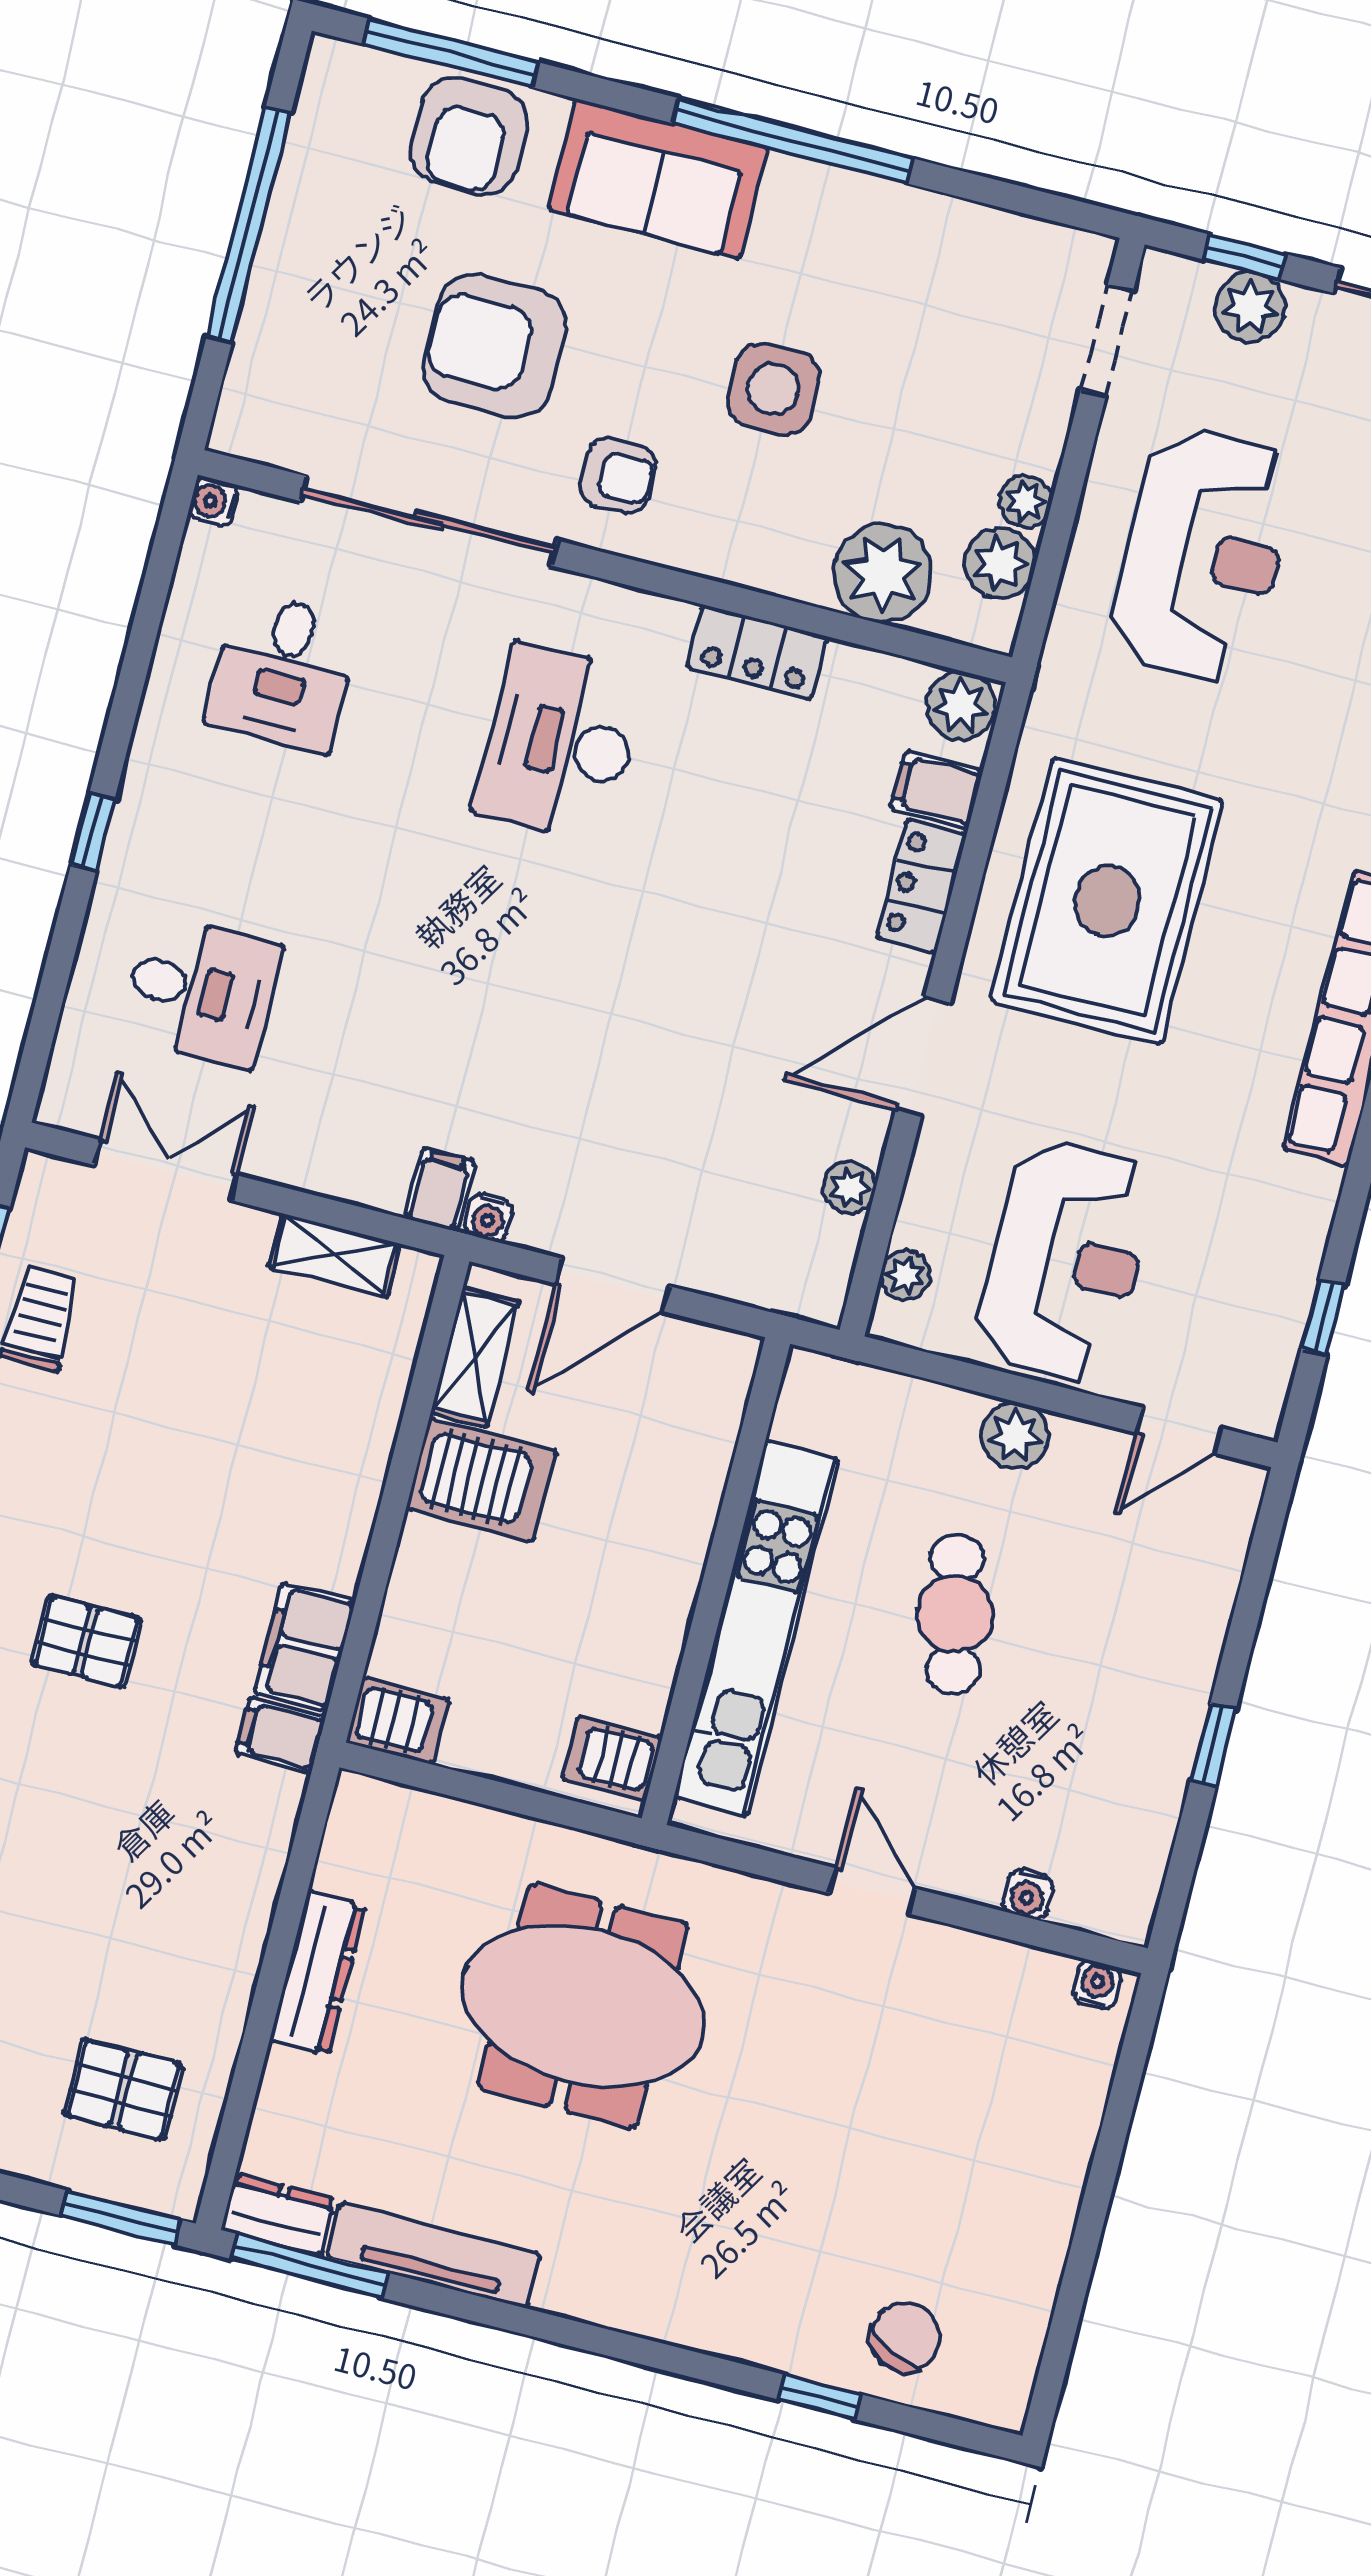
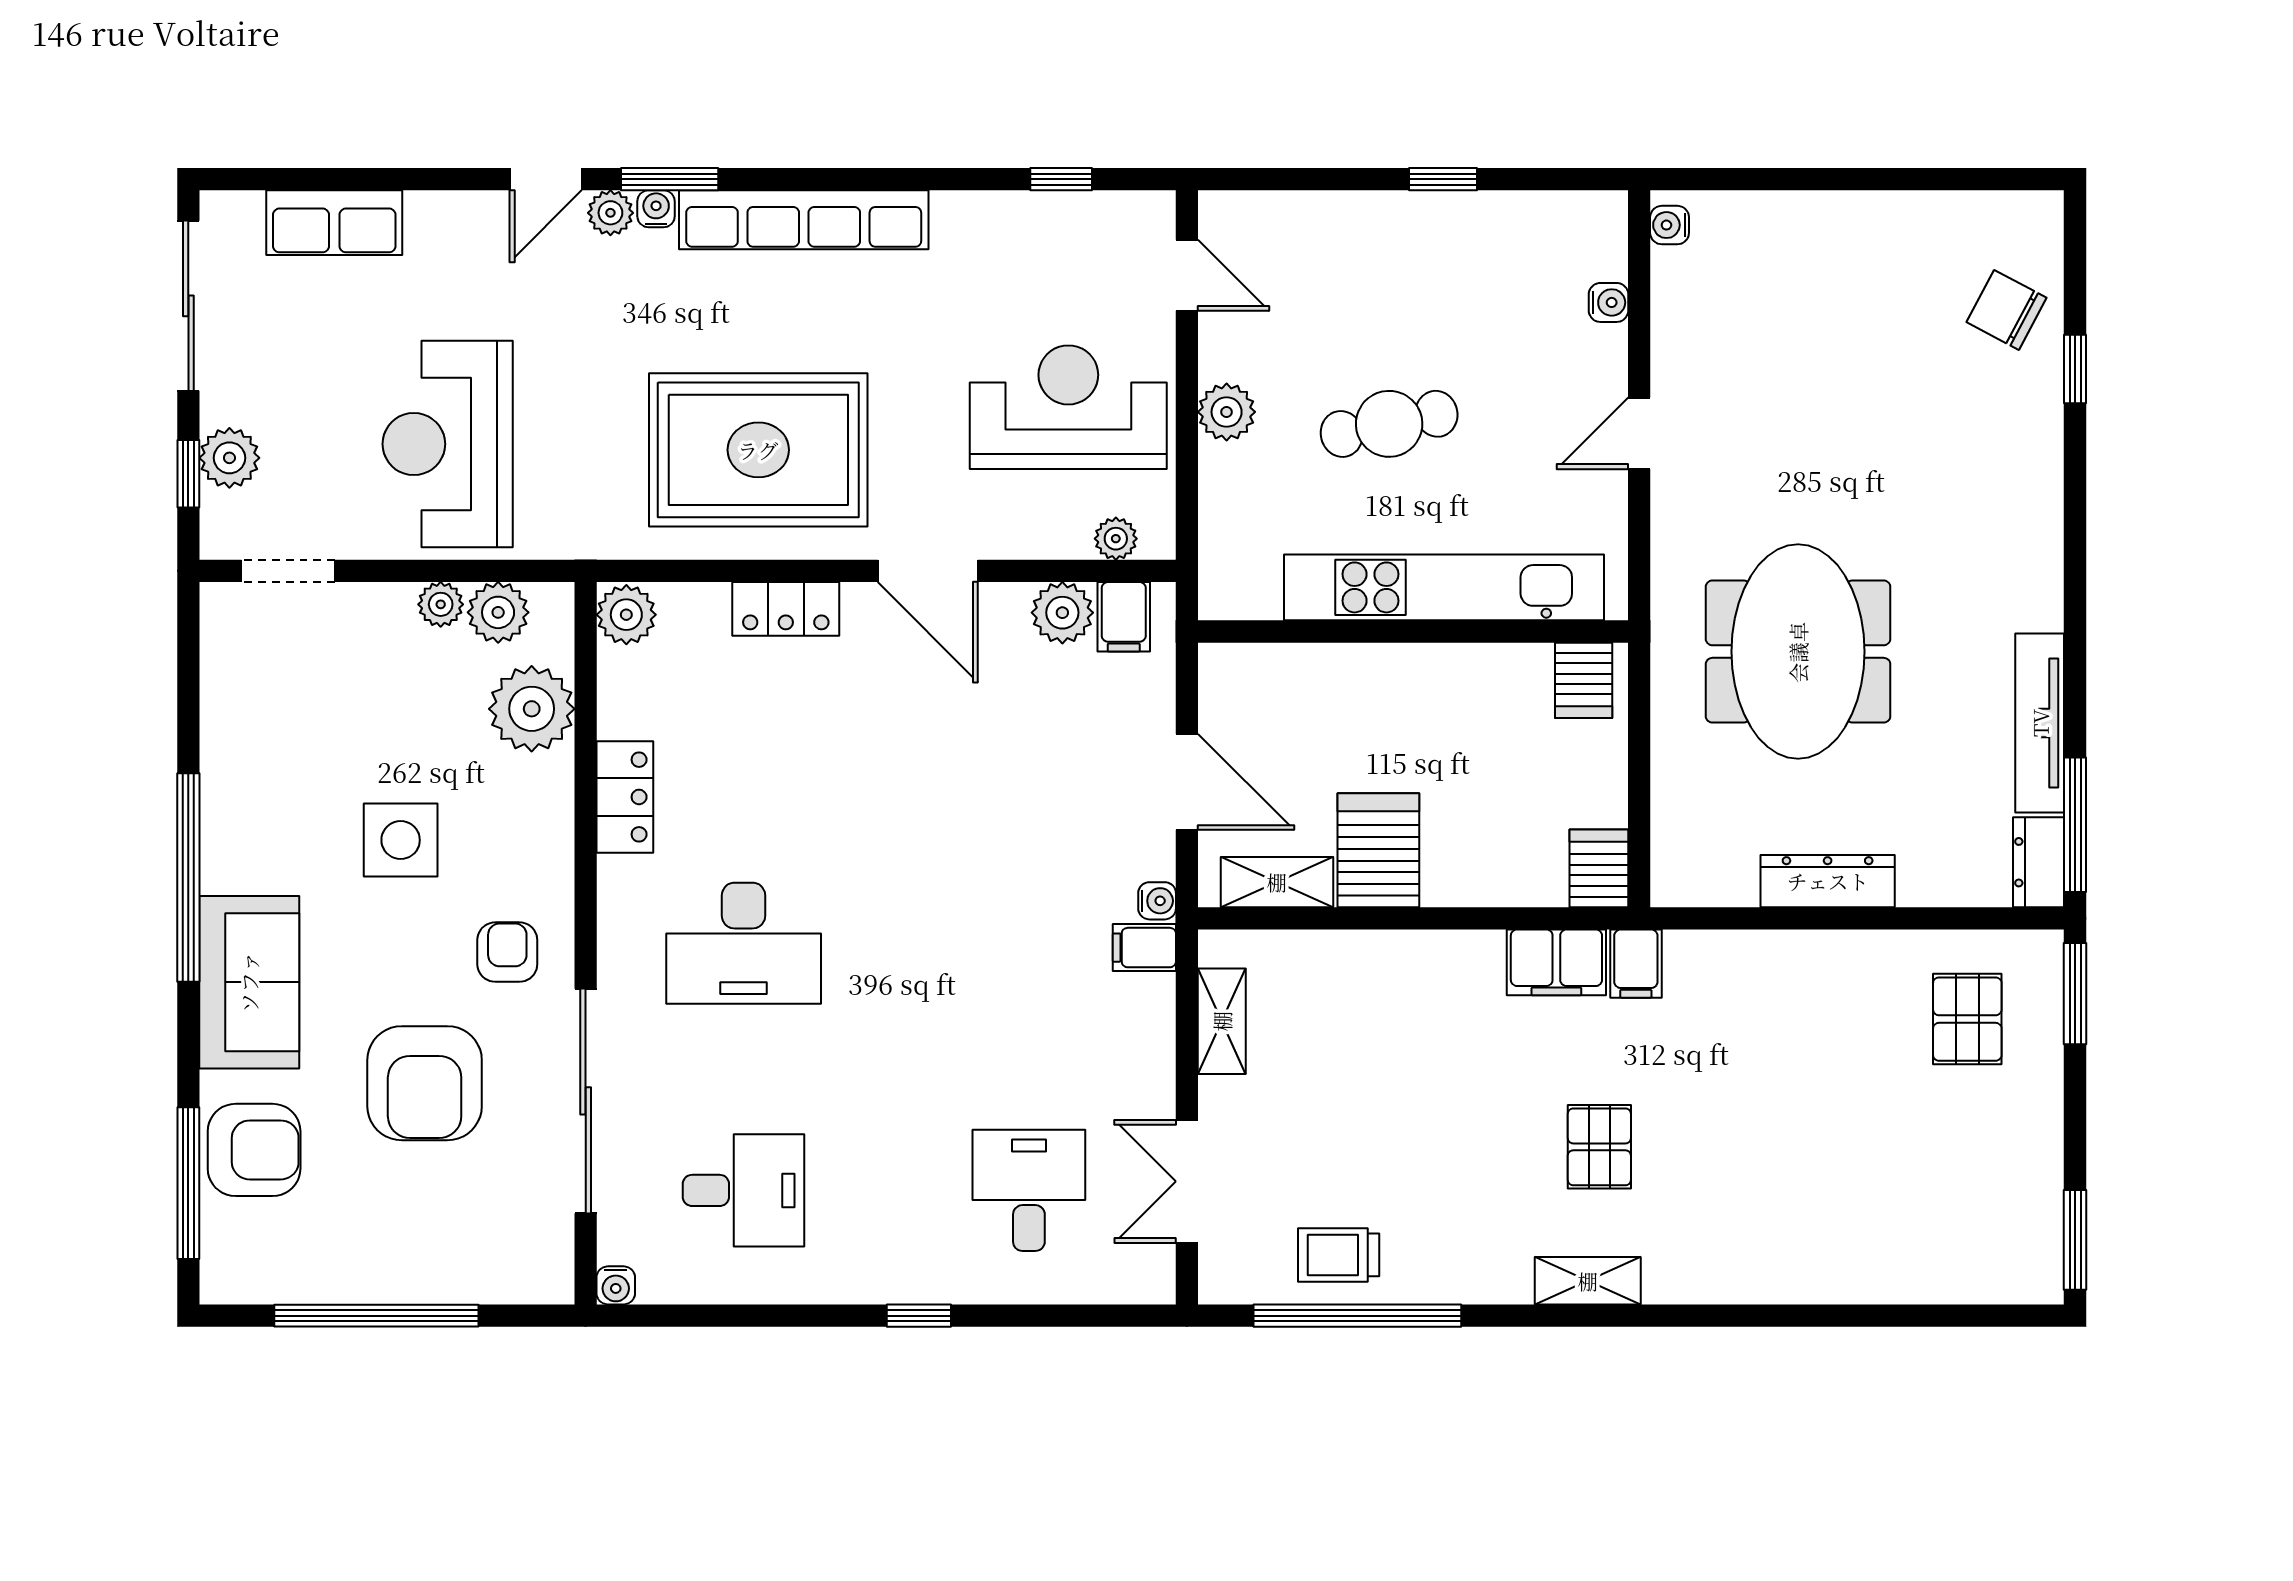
reception desk: (1203, 555) -> (448, 444), turned -90
filing cabinet: (937, 790) -> (1124, 617), moved
plant: (850, 1187) -> (1062, 613), width x1.38, depth x1.38

